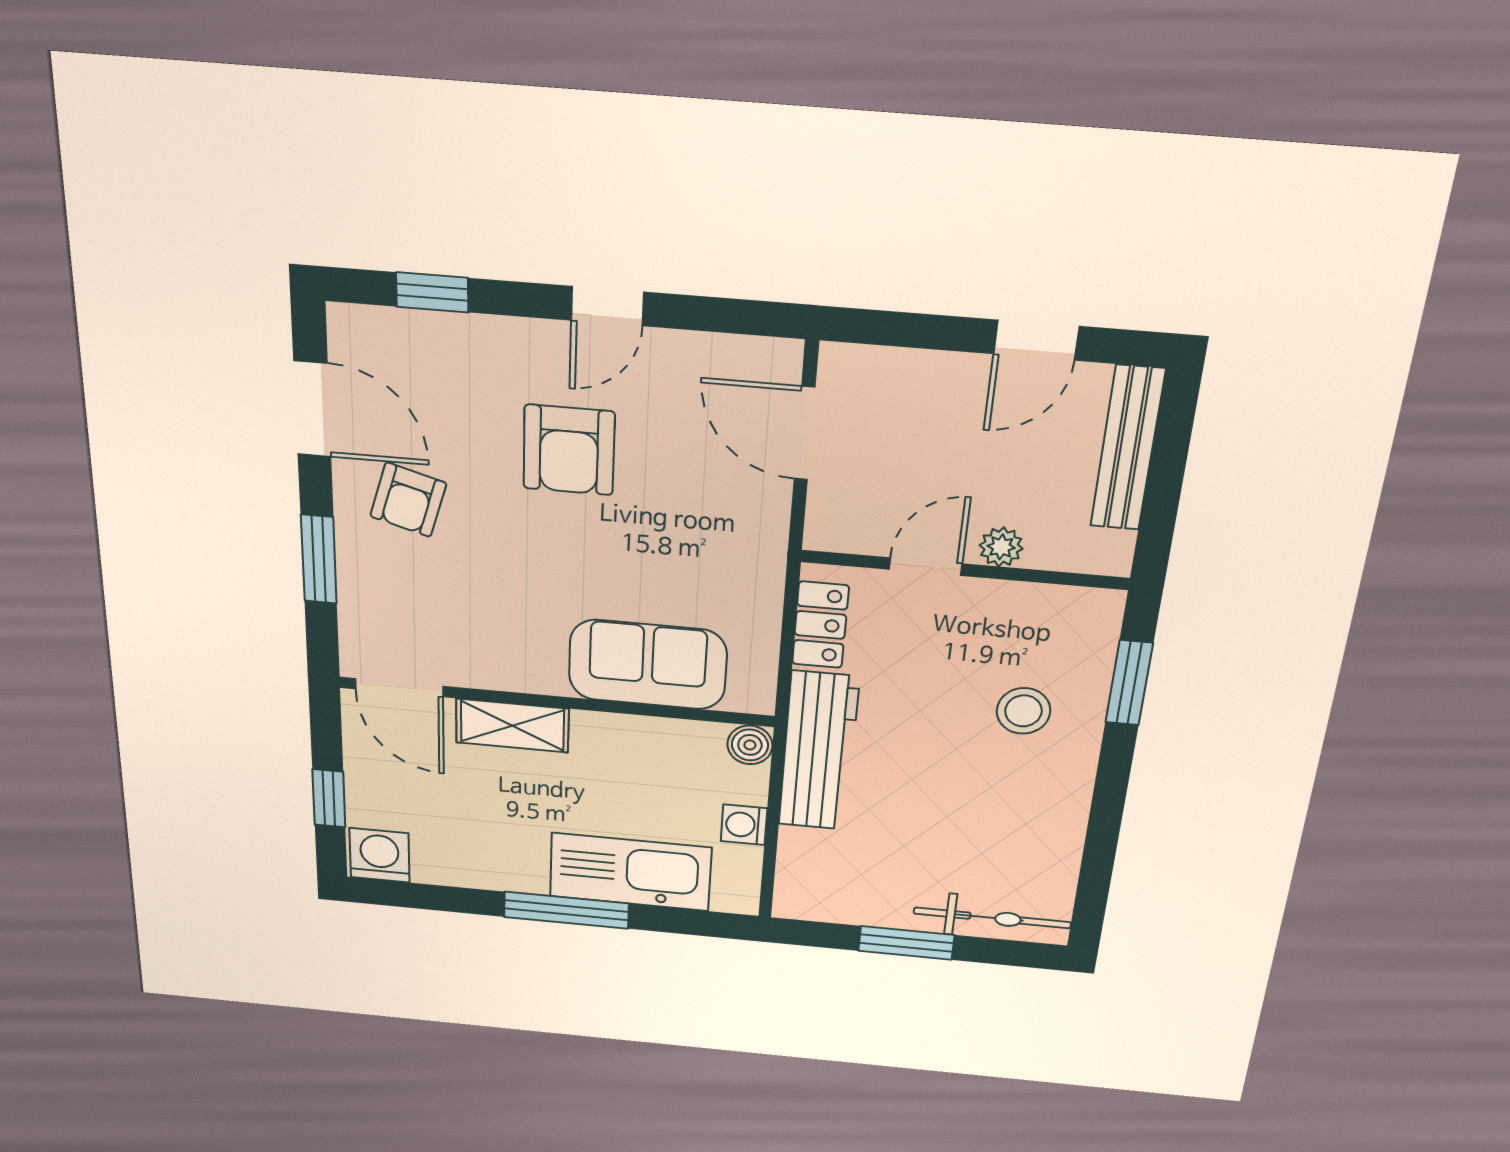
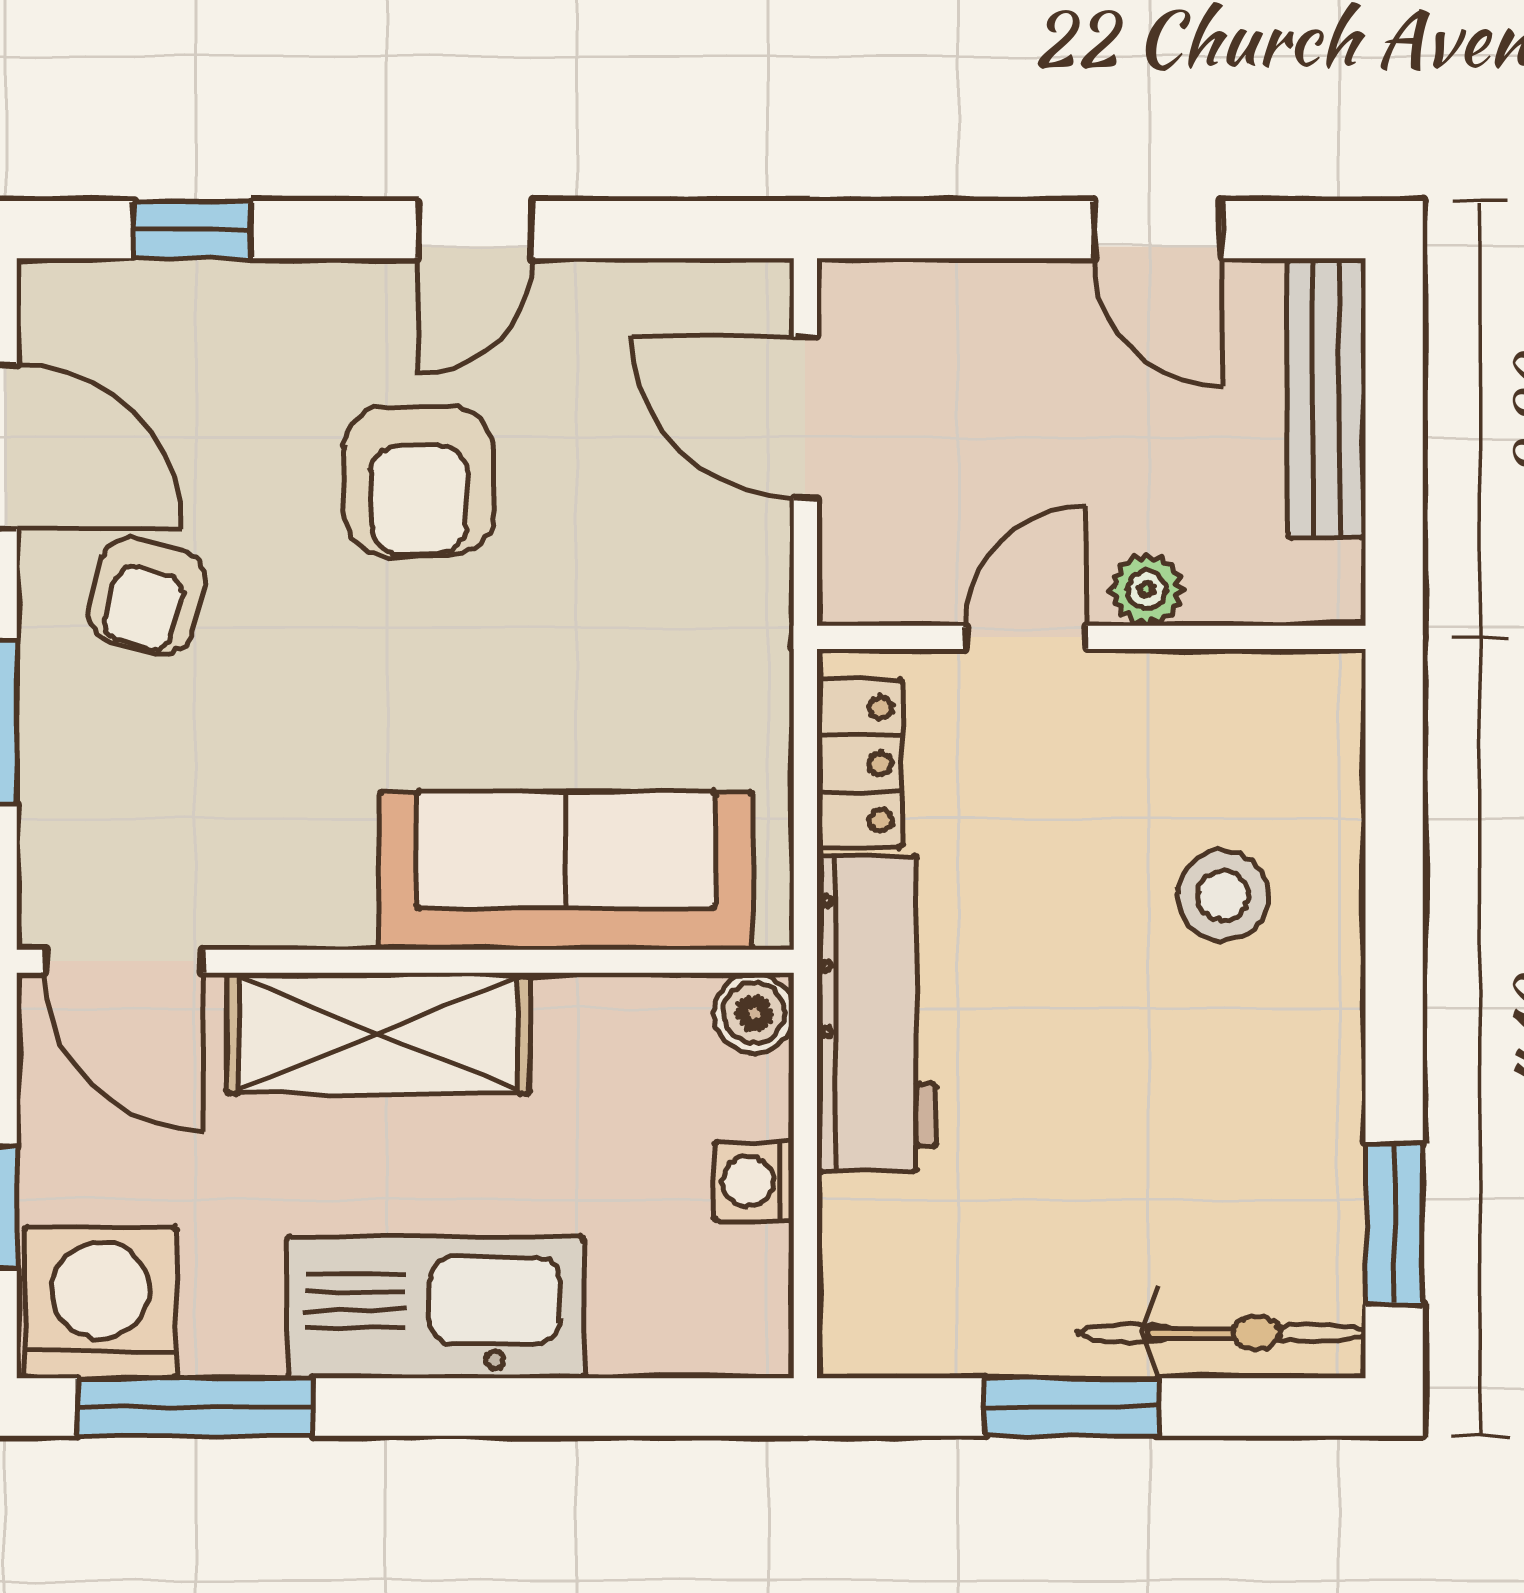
door: (1036, 340) -> (1158, 230), hinge flipped
sofa: (648, 665) -> (566, 871), width x1.36
window: (1129, 683) -> (1394, 1224), moved
shelving: (512, 726) -> (379, 1033), width x1.50, depth x1.33
washing machine: (380, 855) -> (100, 1303), width x1.37, depth x1.37
kitchen sink: (630, 872) -> (435, 1307), moved
window: (566, 910) -> (195, 1407), moved

